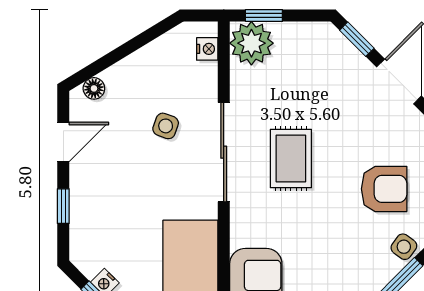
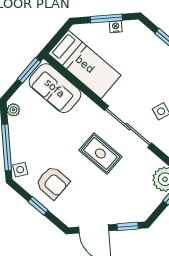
armchair: (384, 189) -> (53, 183), turned -90

